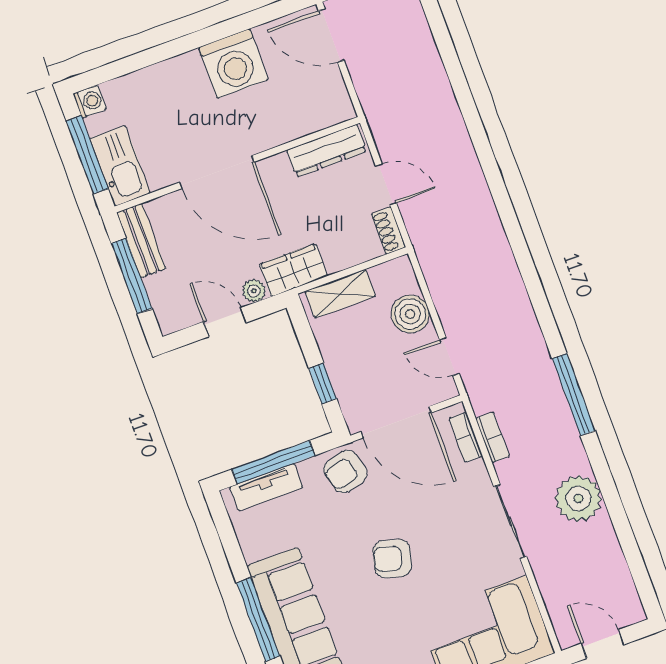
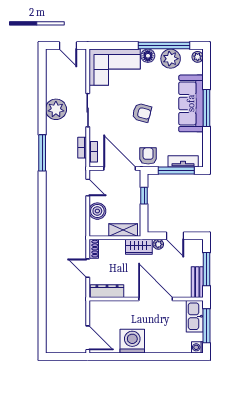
armchair: (345, 471) -> (148, 156), turned -75

